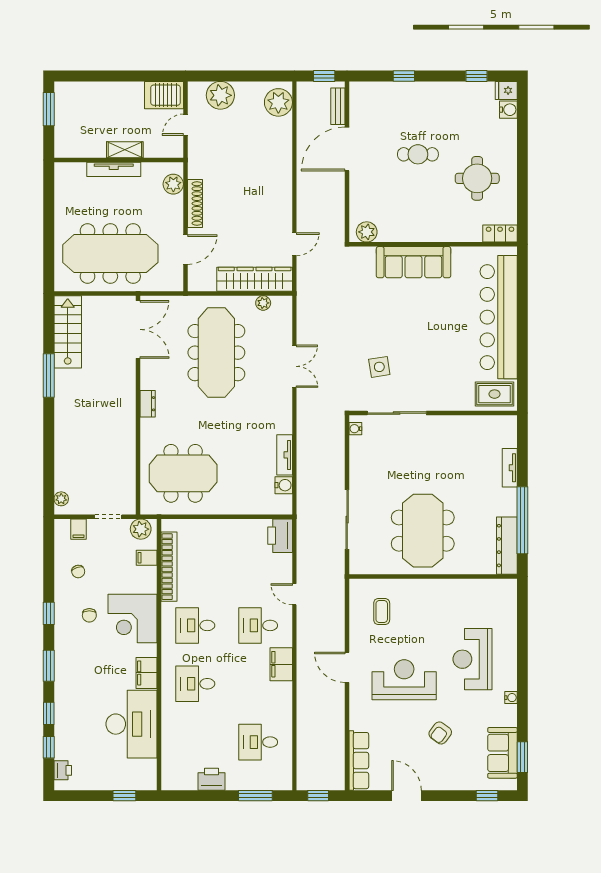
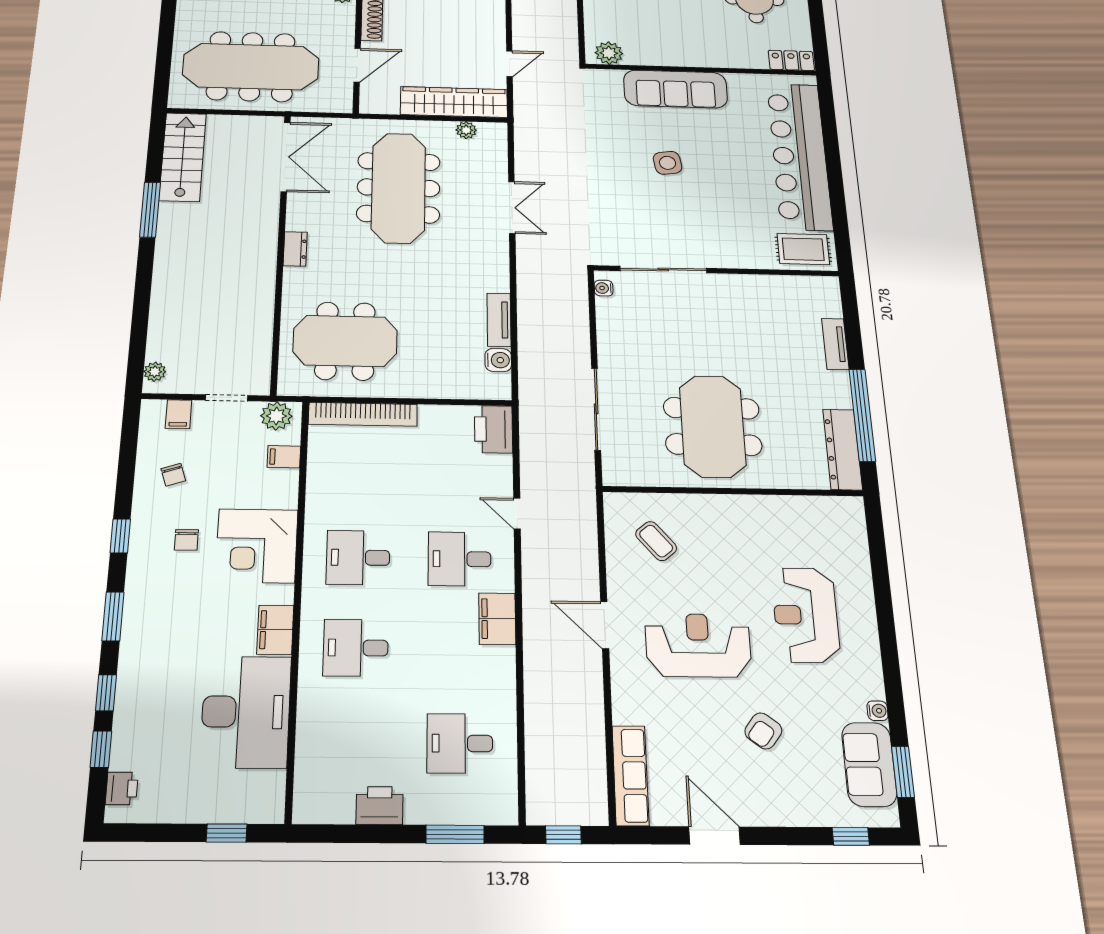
side table: (379, 367) -> (668, 163), moved
bookcase: (169, 567) -> (363, 414), moved, turned 90
coffee table: (382, 612) -> (656, 541), turned -40
water cooler: (511, 698) -> (877, 711), moved

